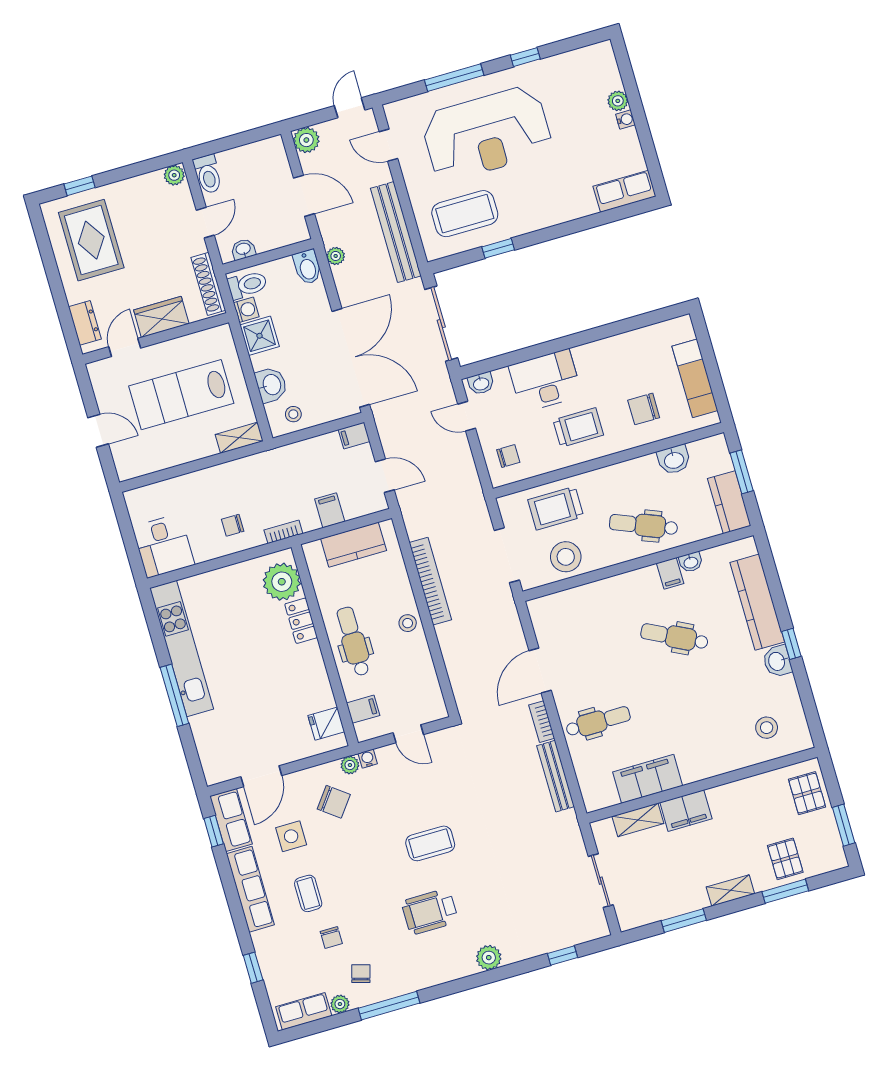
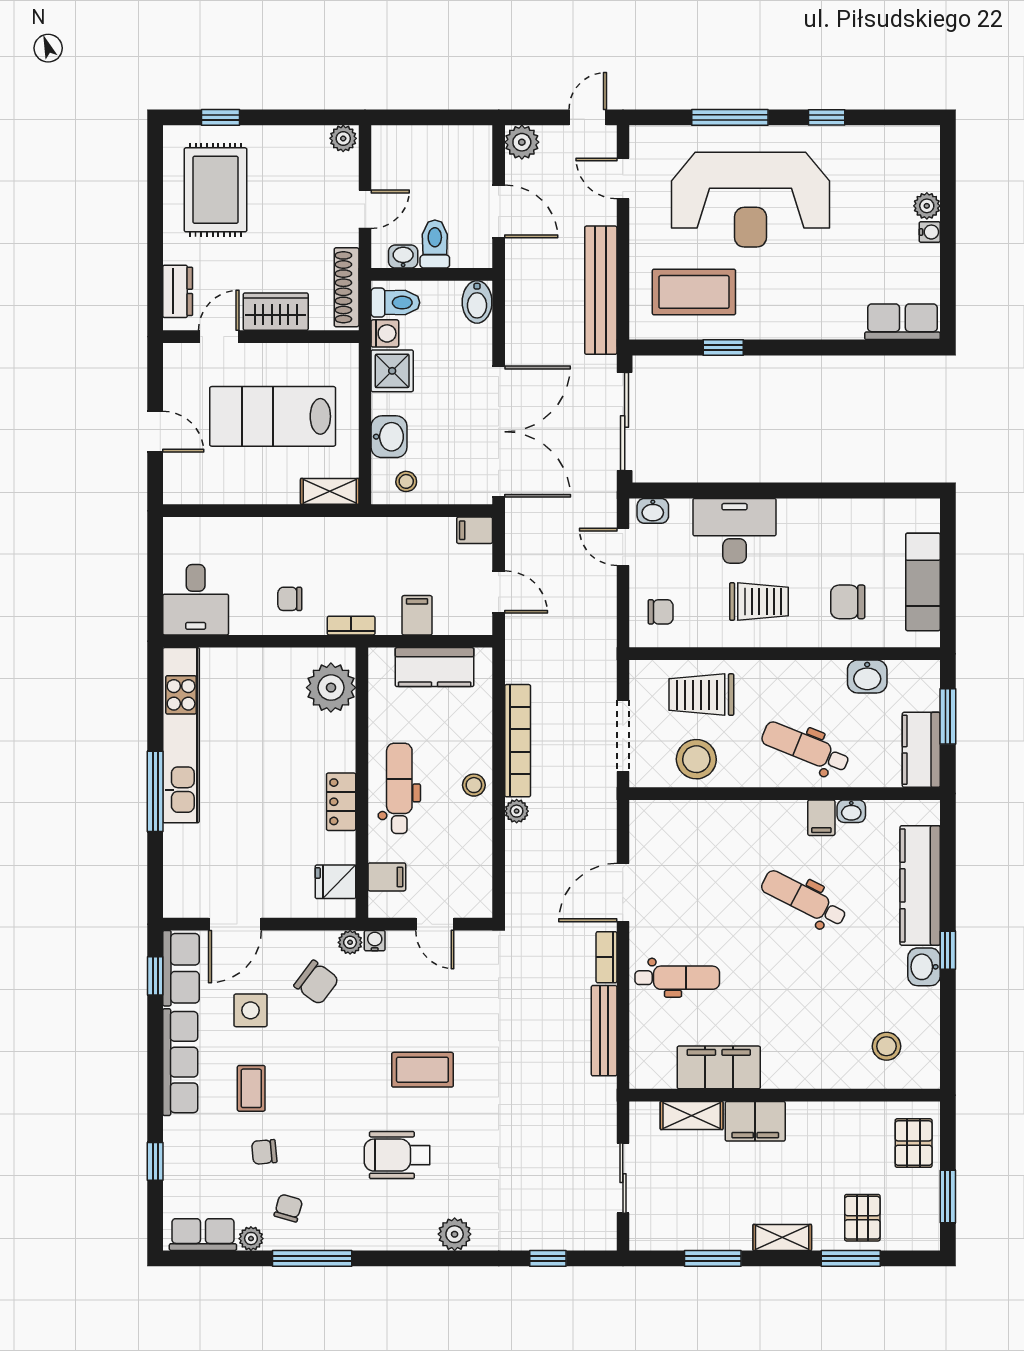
toilet: (208, 174) -> (435, 244), moved, turned 180
plant: (336, 256) -> (517, 811), moved
locker: (301, 621) -> (341, 802), moved
chair: (331, 937) -> (264, 1152), turned 85

